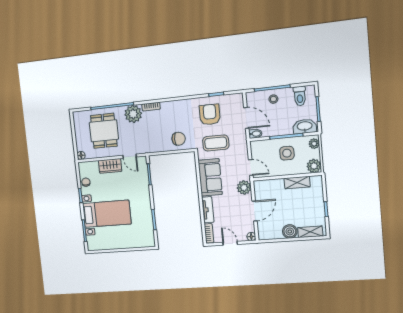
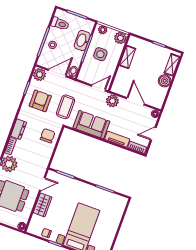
plant: (236, 101) -> (40, 75), added
dresser: (171, 107) -> (19, 129), added
armchair: (210, 115) -> (40, 101), turned 90
washbasin: (305, 126) -> (82, 41), moved

